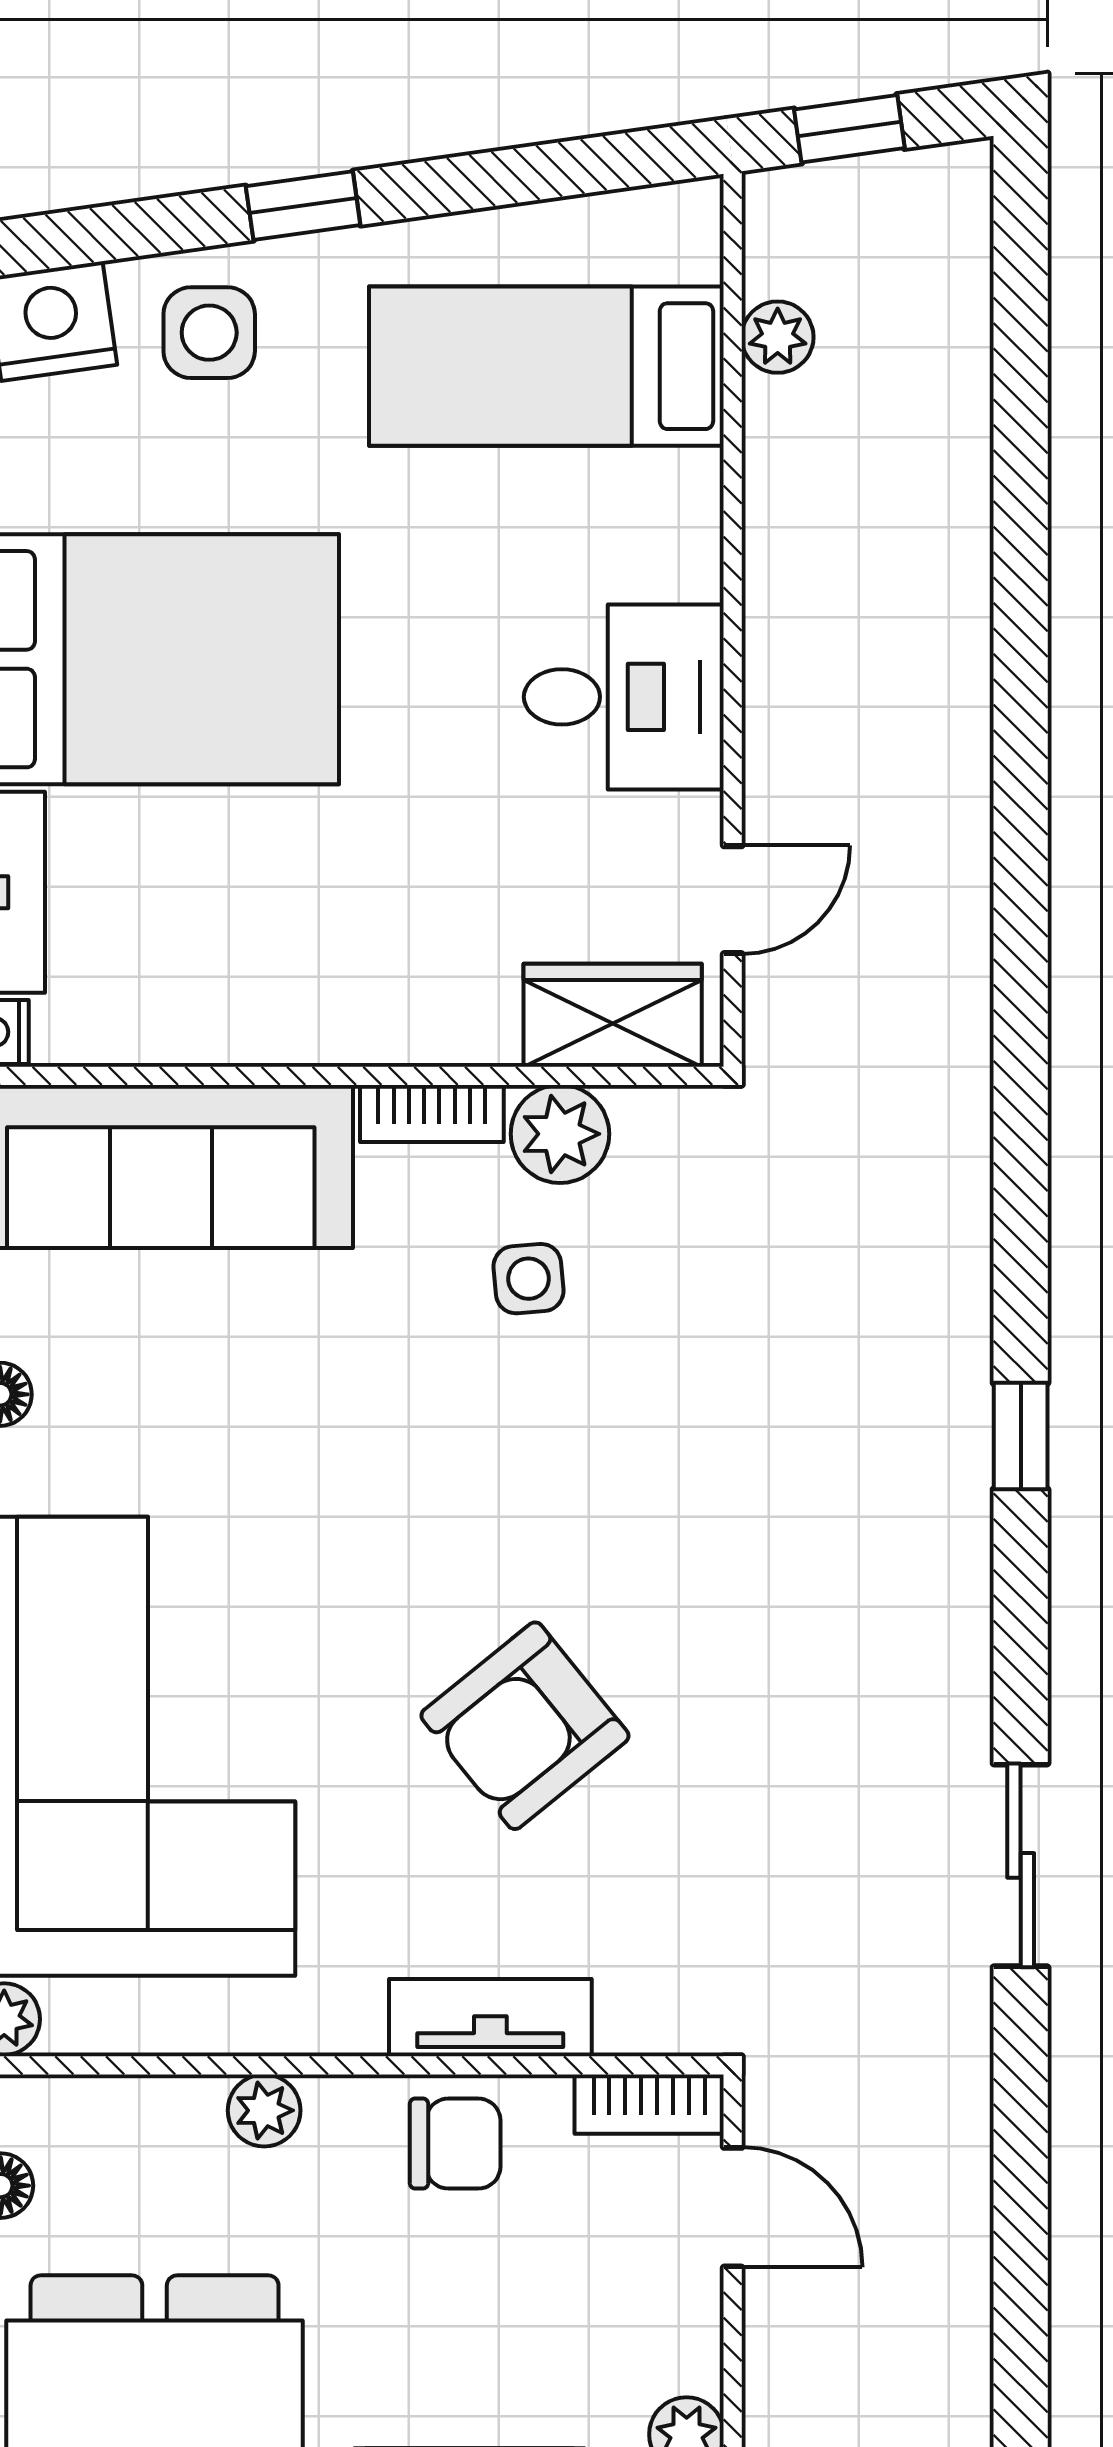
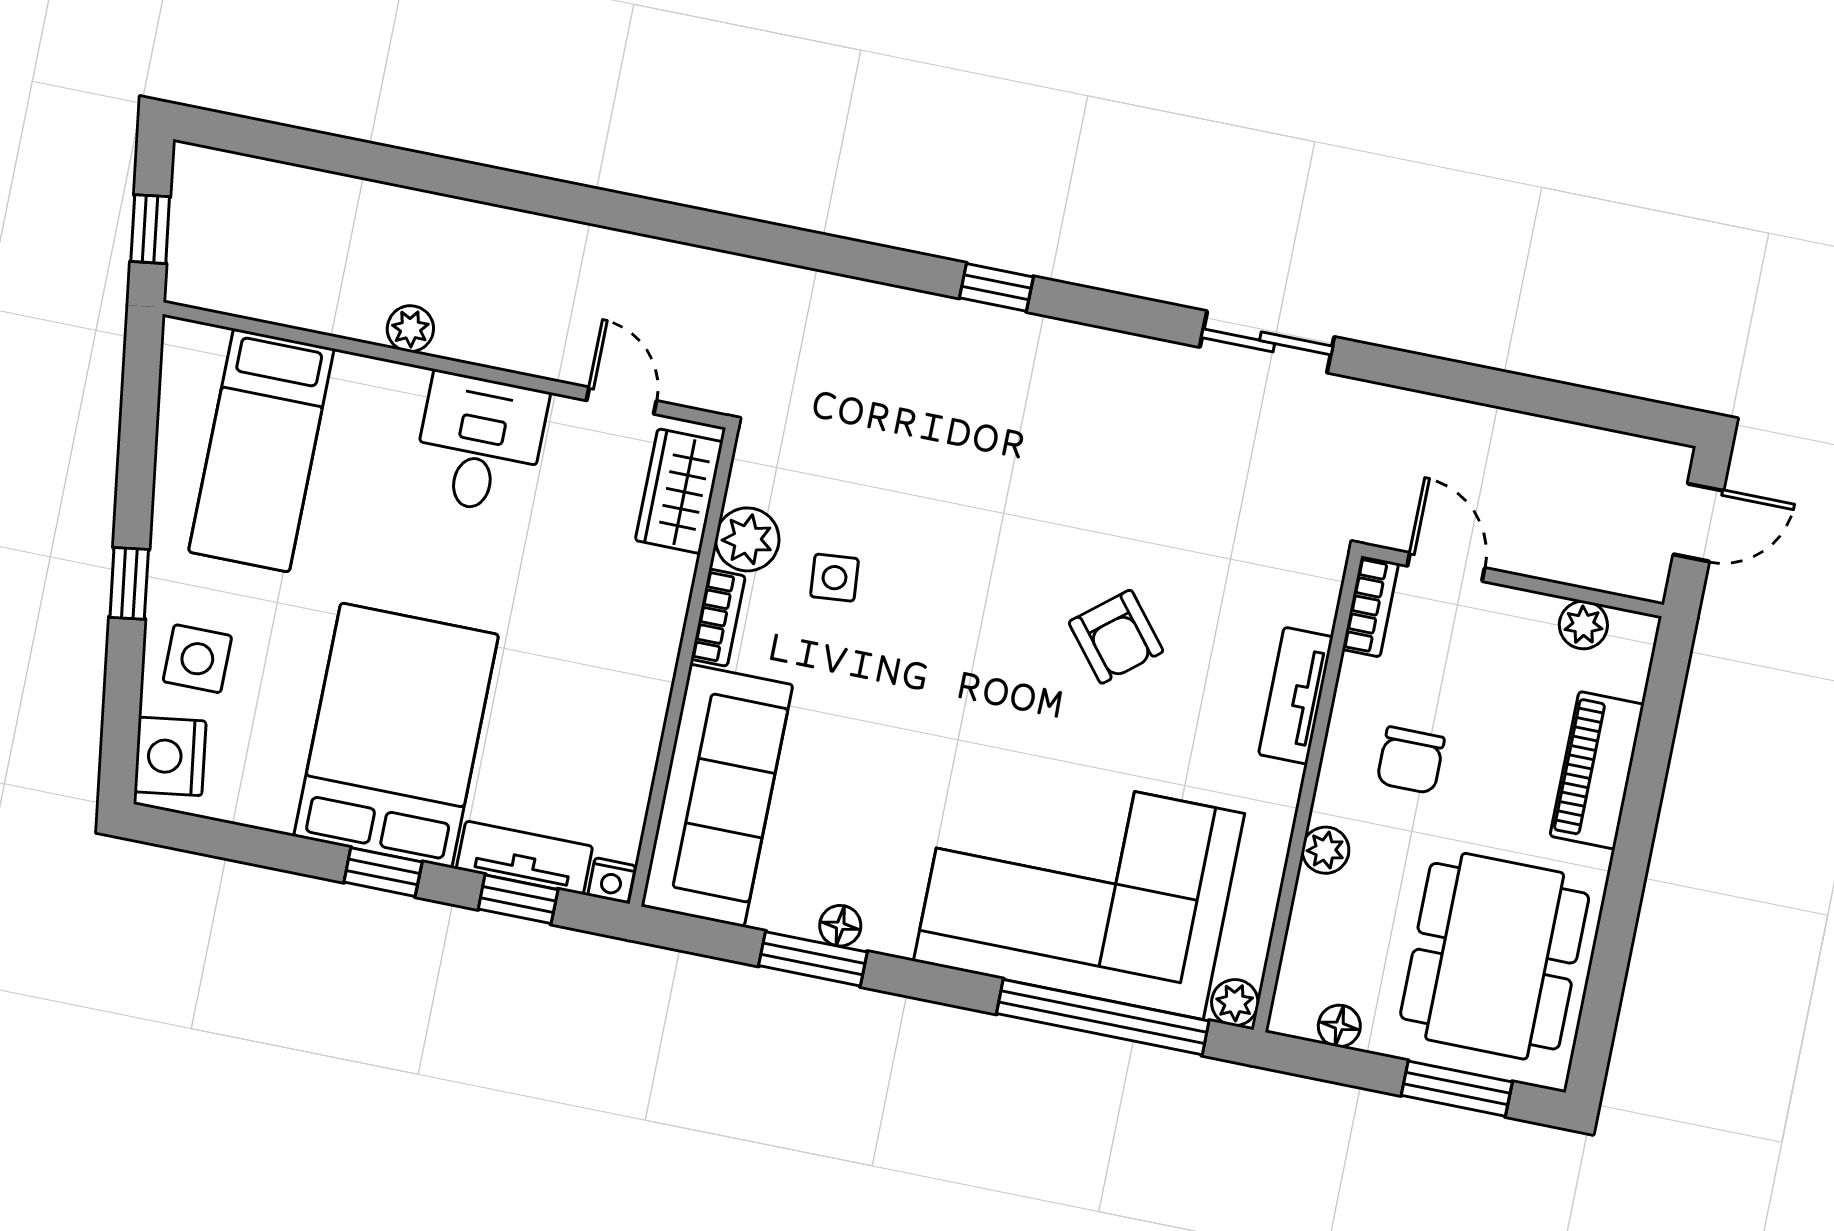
plant: (778, 337) -> (410, 329), moved
armchair: (525, 1726) -> (1116, 637), width x0.72, depth x0.72
chair: (455, 2144) -> (1411, 760), moved, turned 180
door: (733, 2207) -> (1446, 567), hinge flipped

